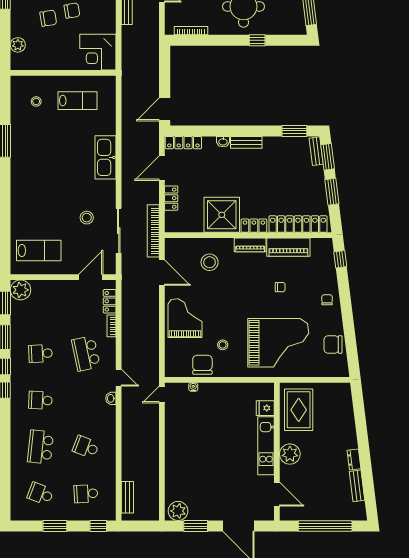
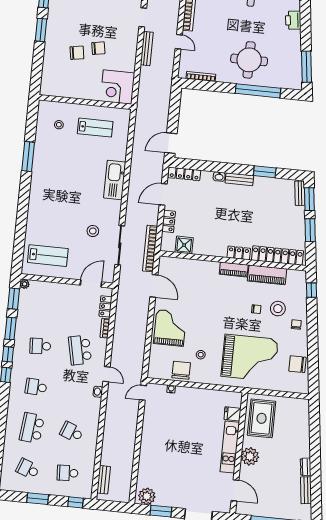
window: (257, 40) -> (258, 91), width x3.17
plant: (18, 45) -> (48, 73), removed
window: (294, 131) -> (265, 172), moved
shower: (222, 215) -> (184, 245), moved, width x0.54, depth x0.54
stool: (210, 262) -> (278, 309), moved
plant: (21, 290) -> (25, 284), width x0.53, depth x0.53

